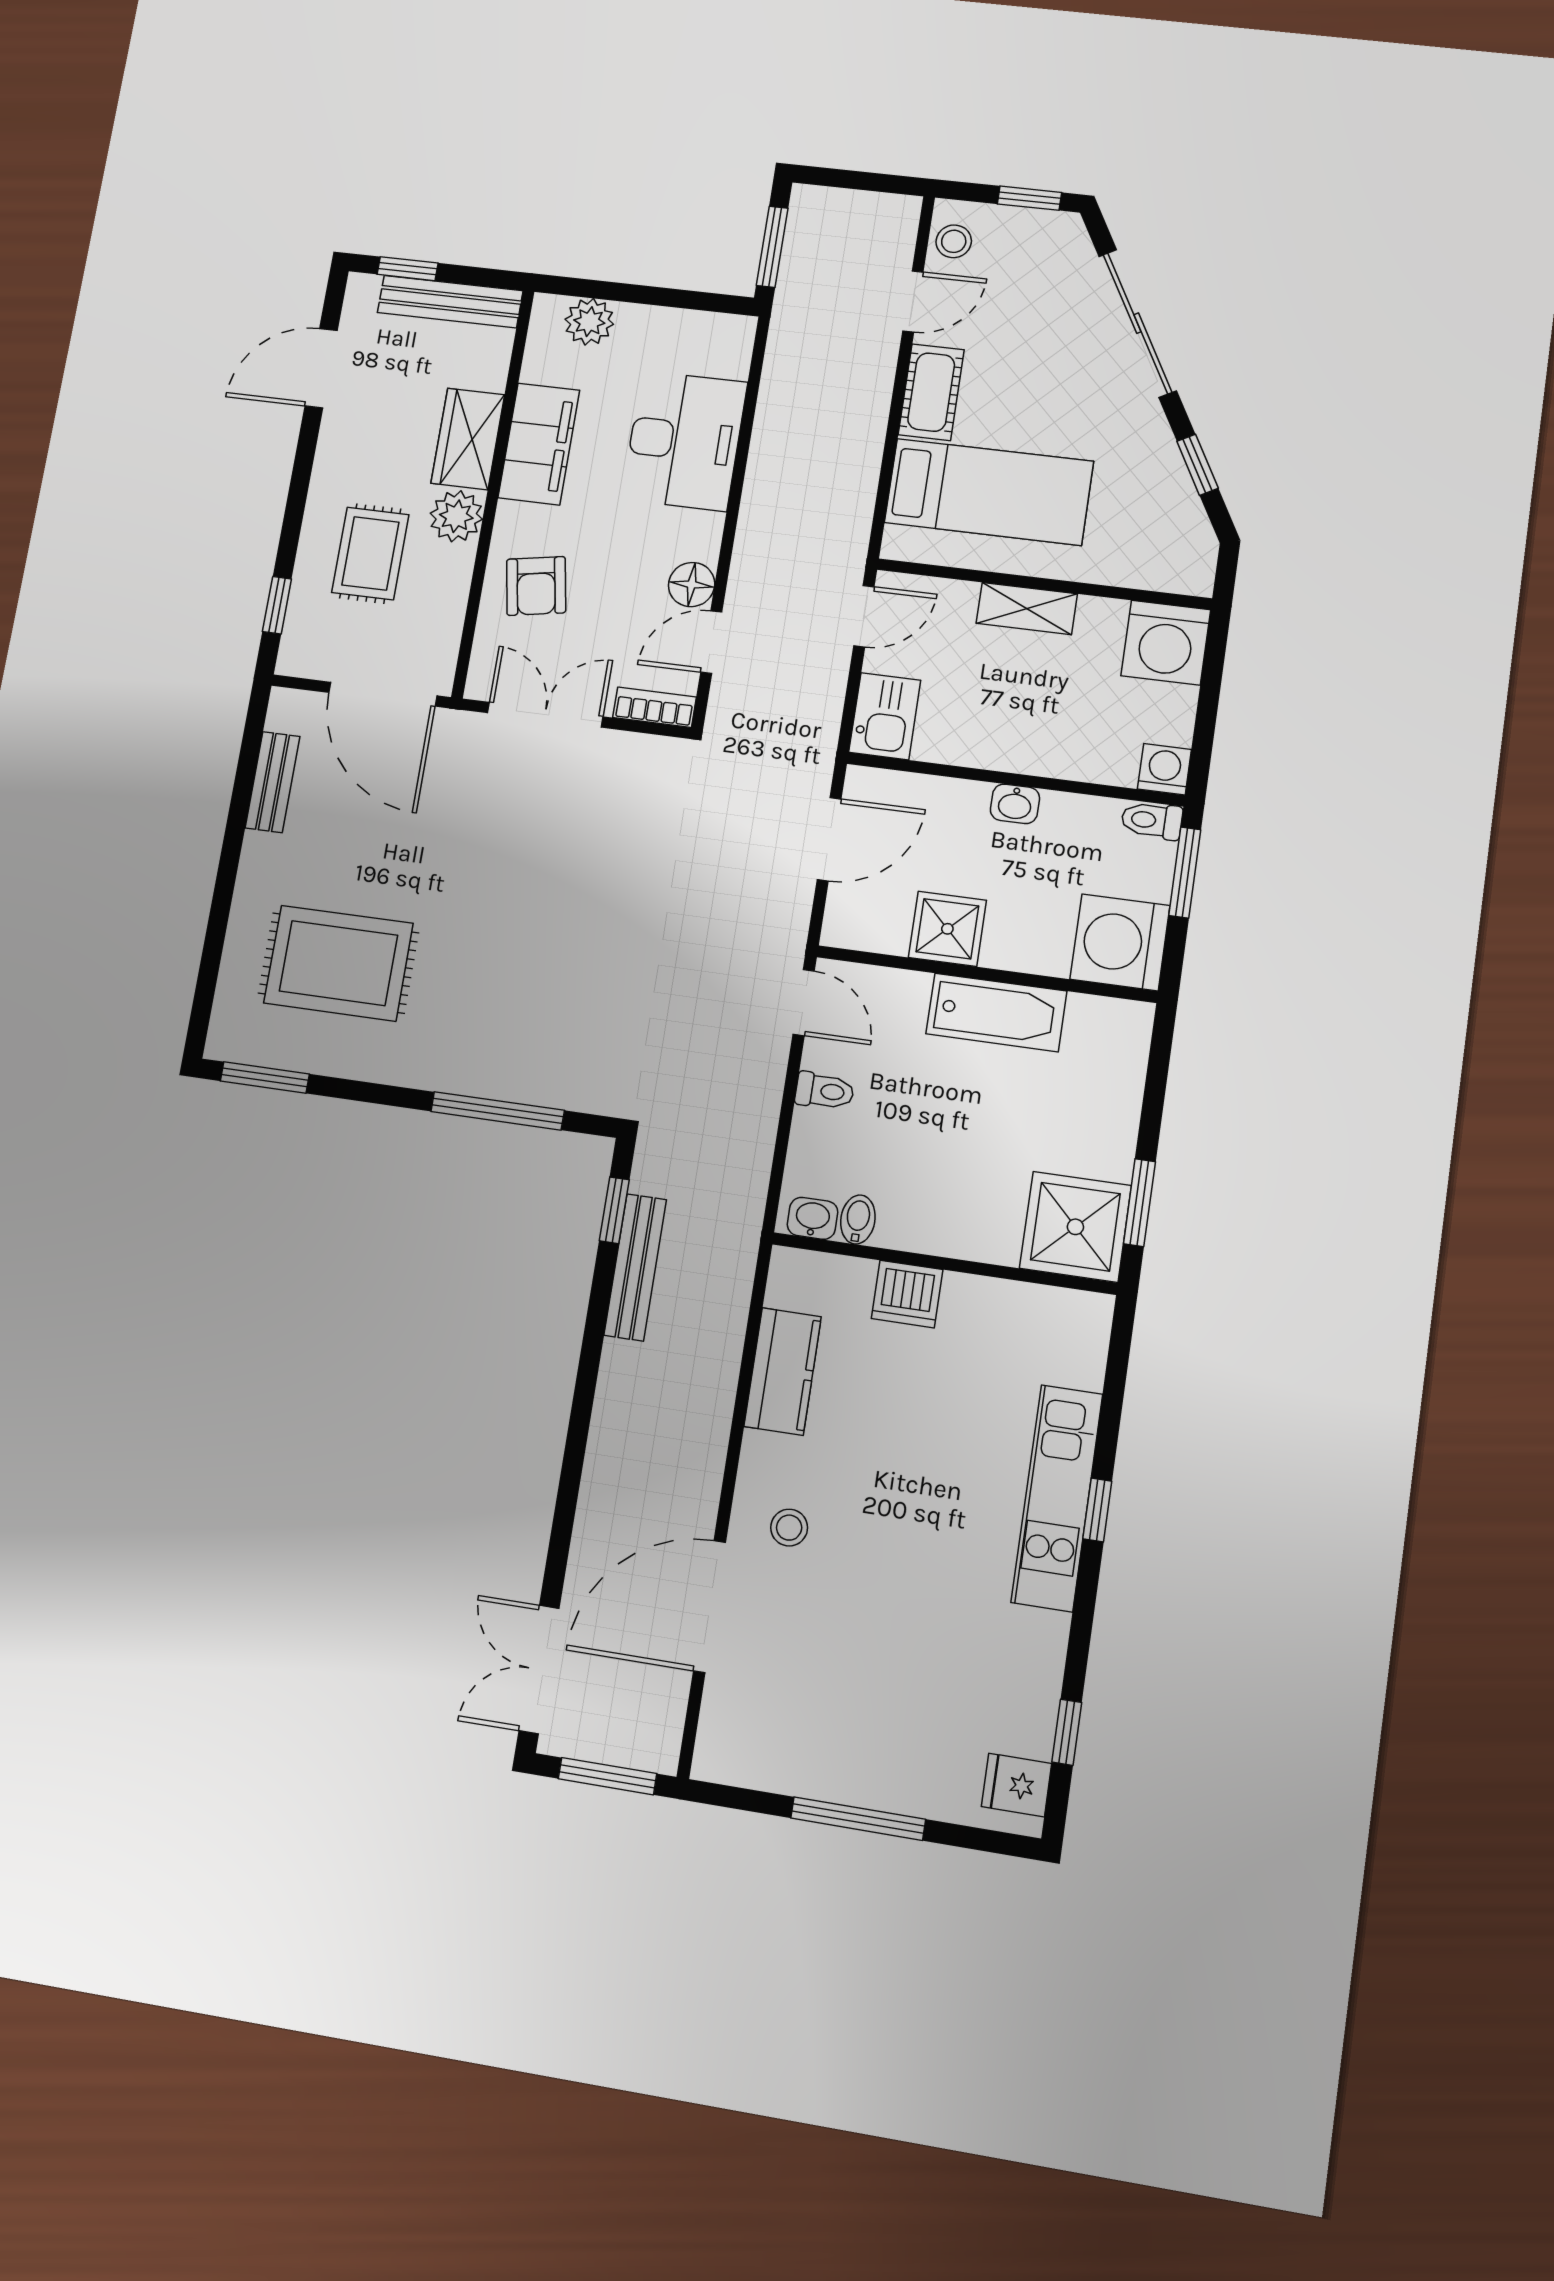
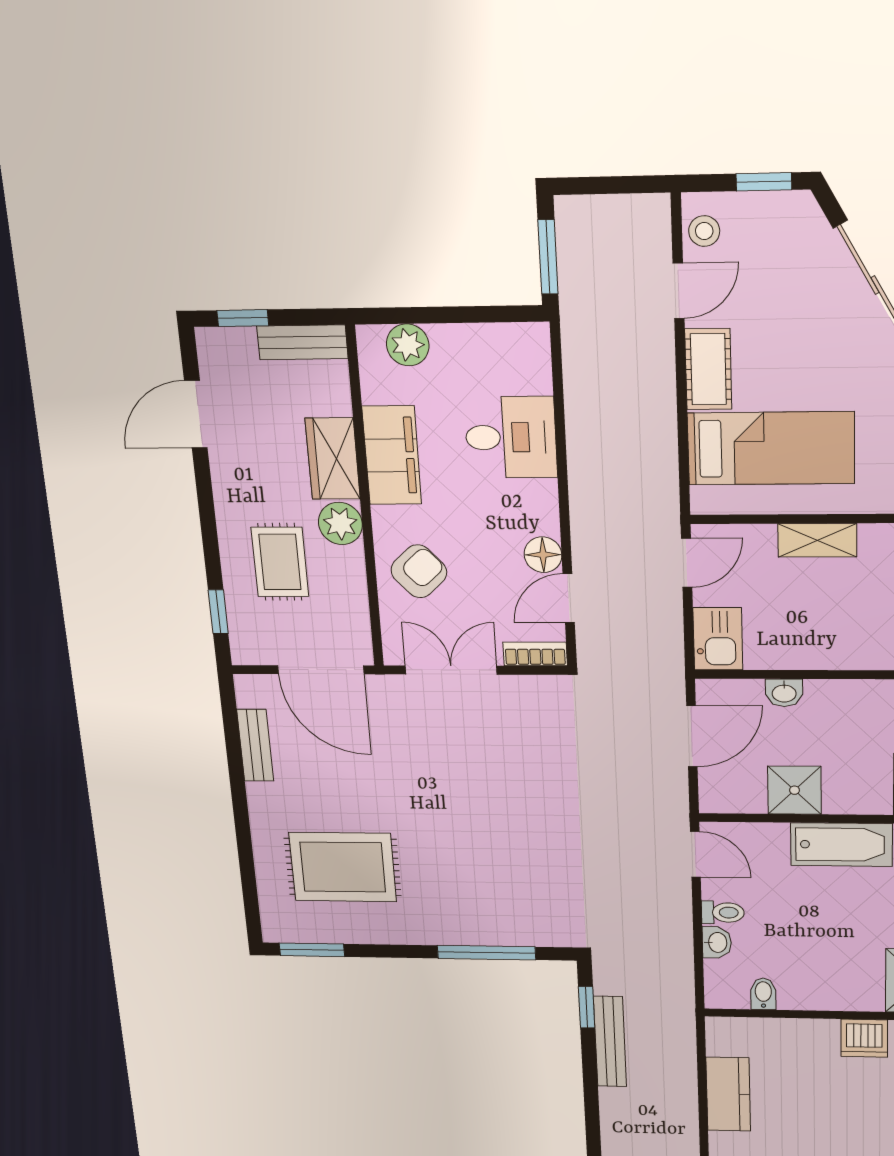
bench: (450, 302) -> (302, 342), width x0.73
desk: (684, 441) -> (511, 437), width x0.73
armchair: (536, 586) -> (419, 571), turned -123
washbasin: (1015, 804) -> (784, 693), moved
washbasin: (813, 1218) -> (717, 942), moved, turned 90
dishwasher: (907, 1294) -> (864, 1038), moved

